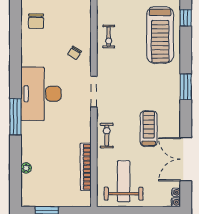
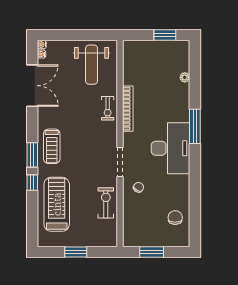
window: (186, 18) -> (32, 183), moved
exercise bike: (109, 37) -> (106, 203), width x1.38, depth x1.39
doorway: (94, 92) -> (120, 162), moved
treadmill: (149, 129) -> (52, 146), moved
bookcase: (86, 167) -> (128, 109), moved

